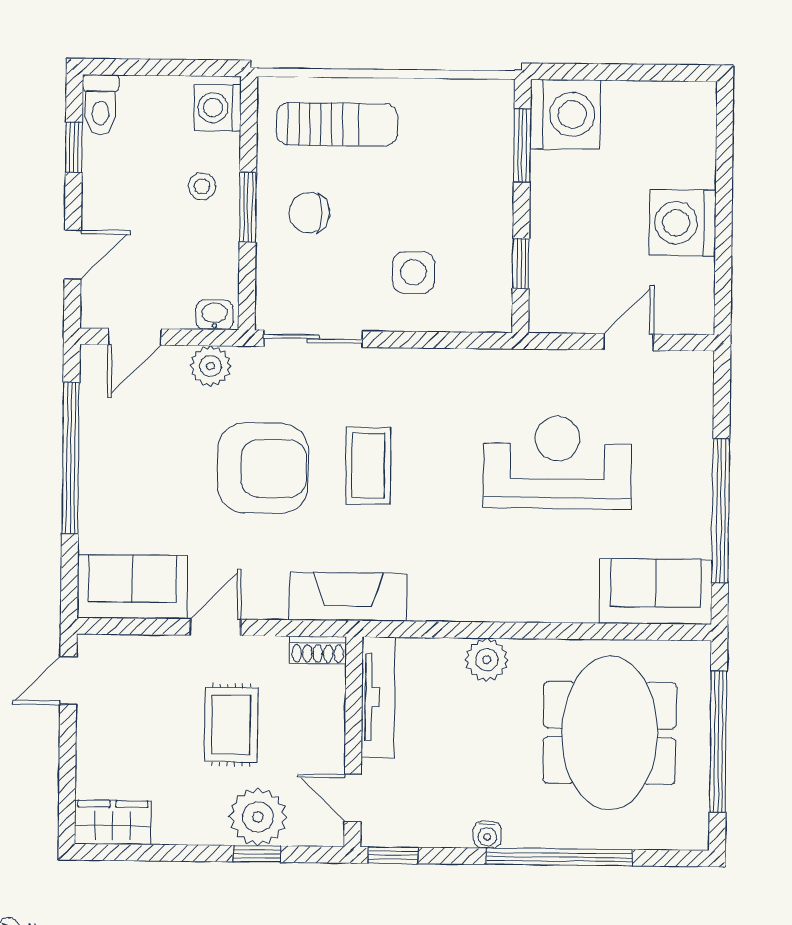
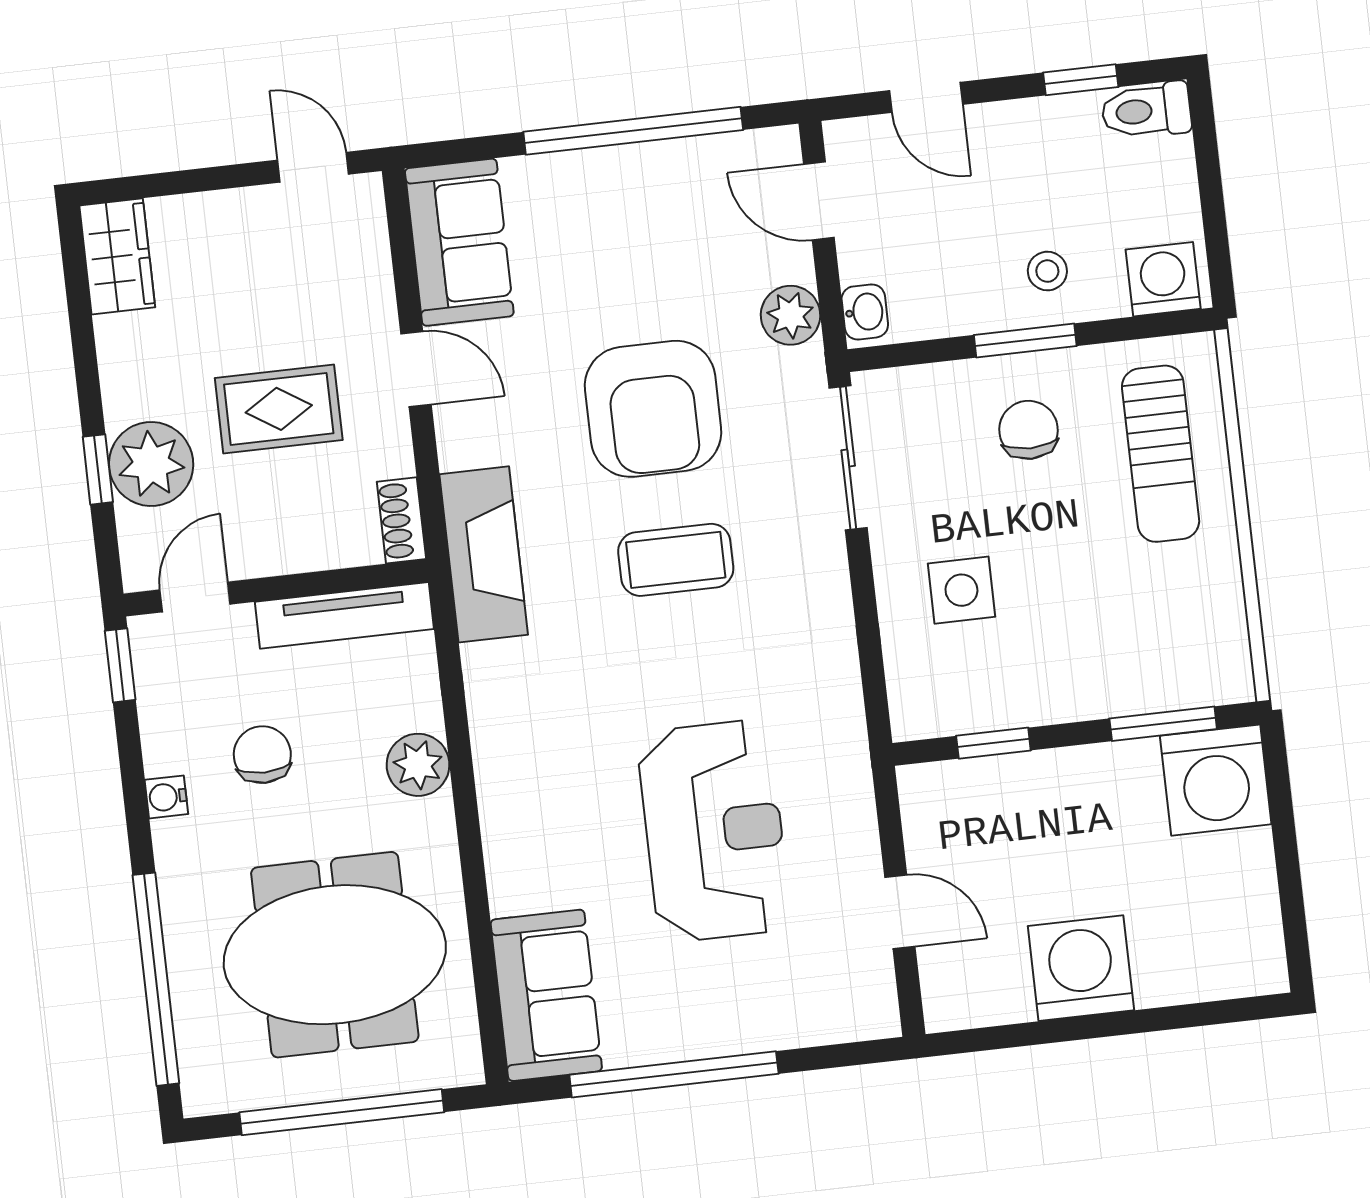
chair: (466, 765) -> (262, 755), added
window: (559, 857) -> (156, 979), moved

